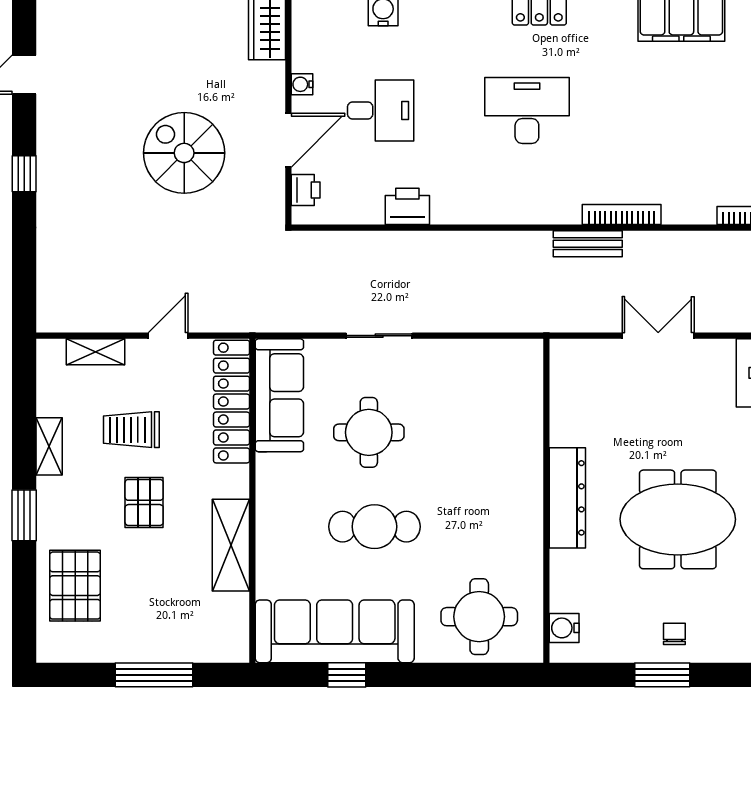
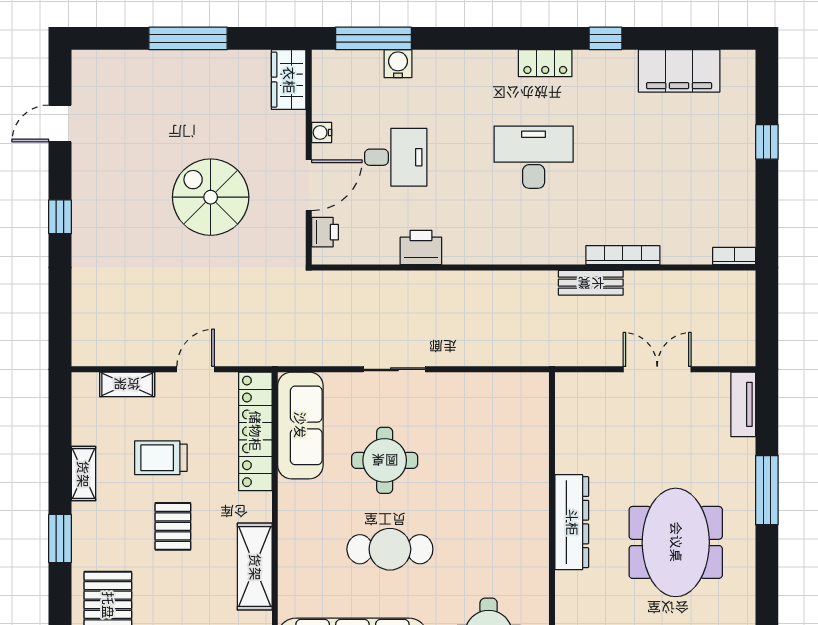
meeting table: (678, 519) -> (676, 542), turned 90

